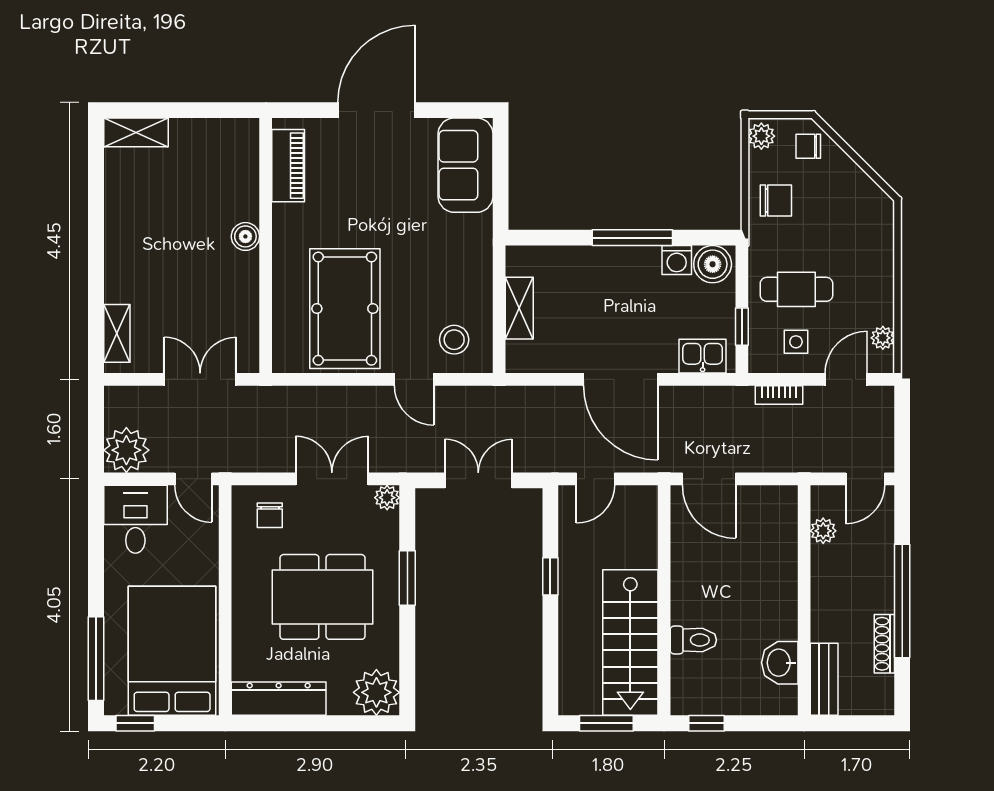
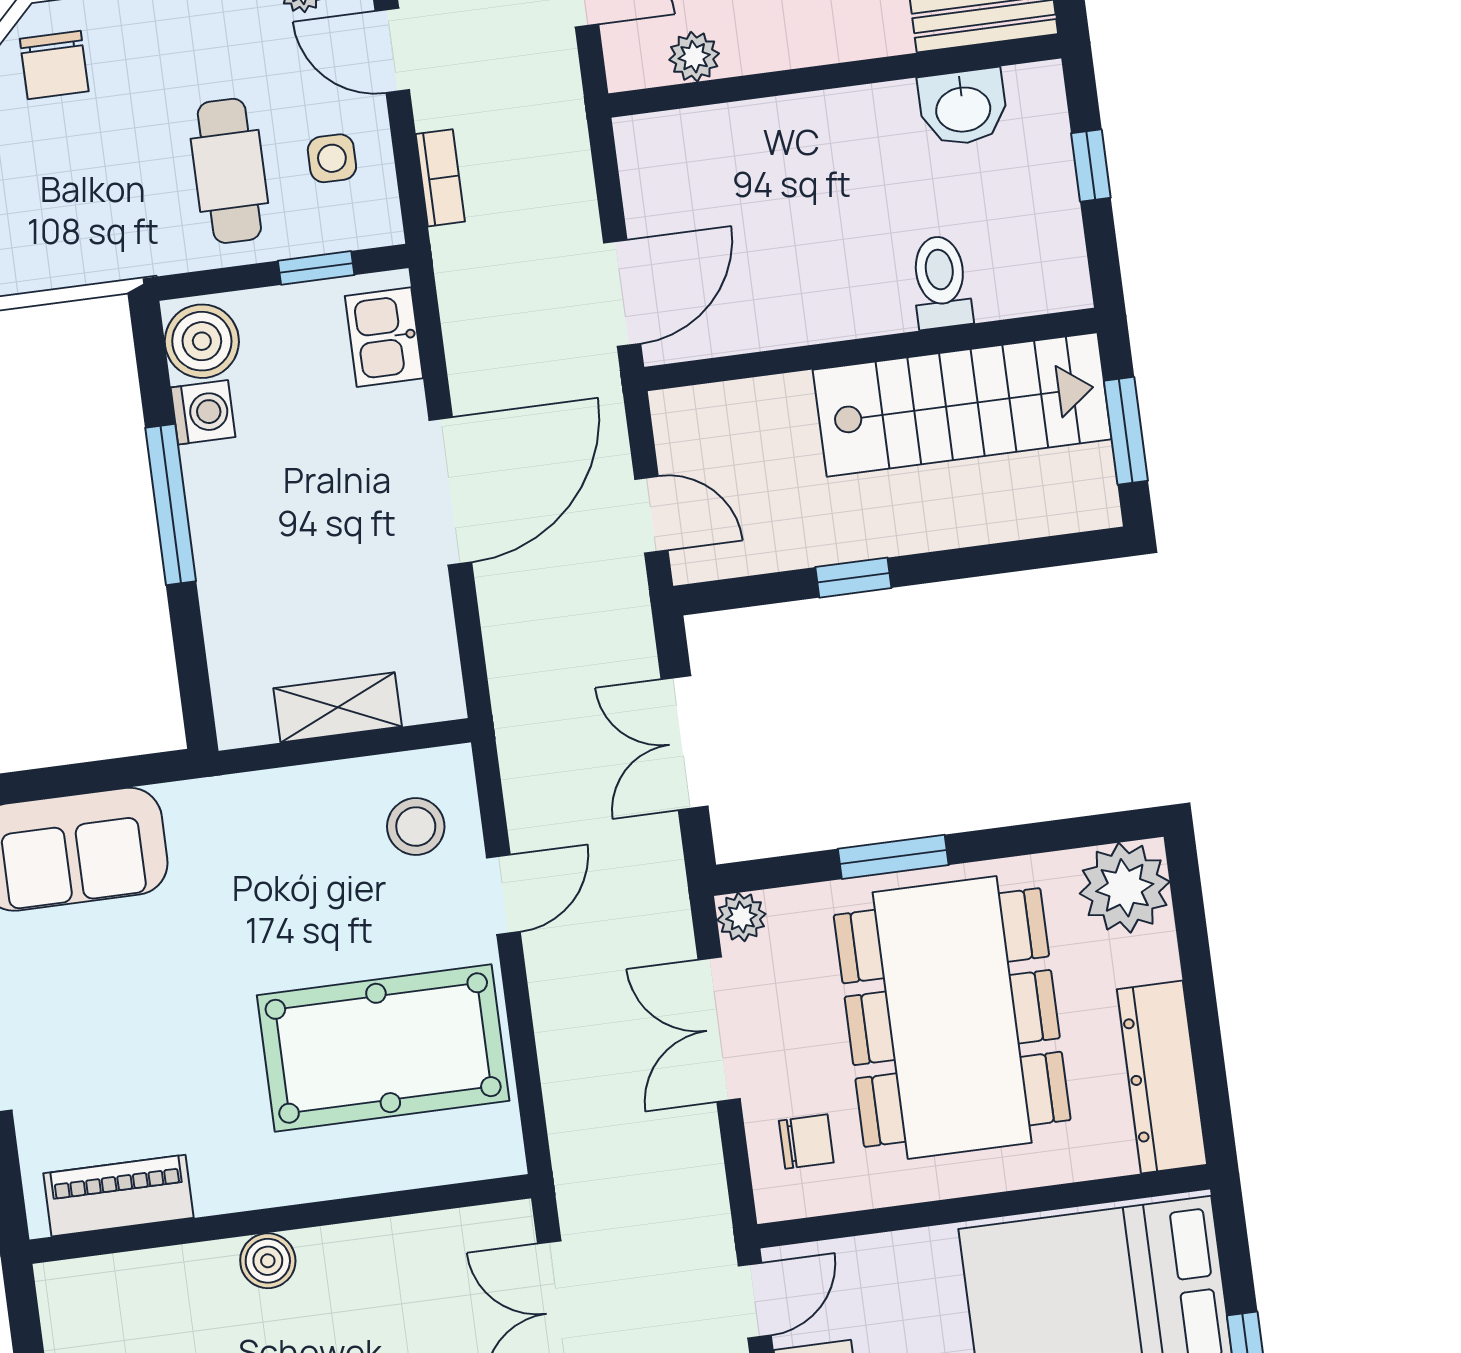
chair: (776, 201) -> (54, 65), moved, turned 180
dining table: (322, 597) -> (952, 1018), width x1.36, depth x1.24
window: (707, 723) -> (1091, 165), moved

